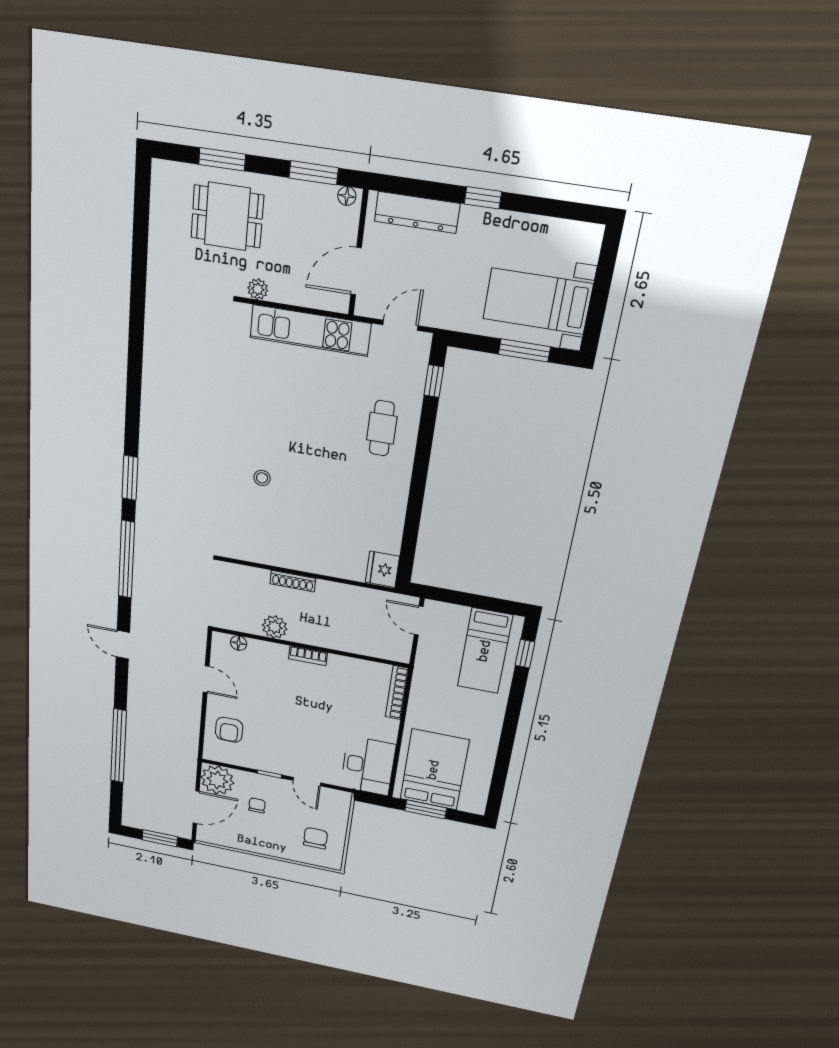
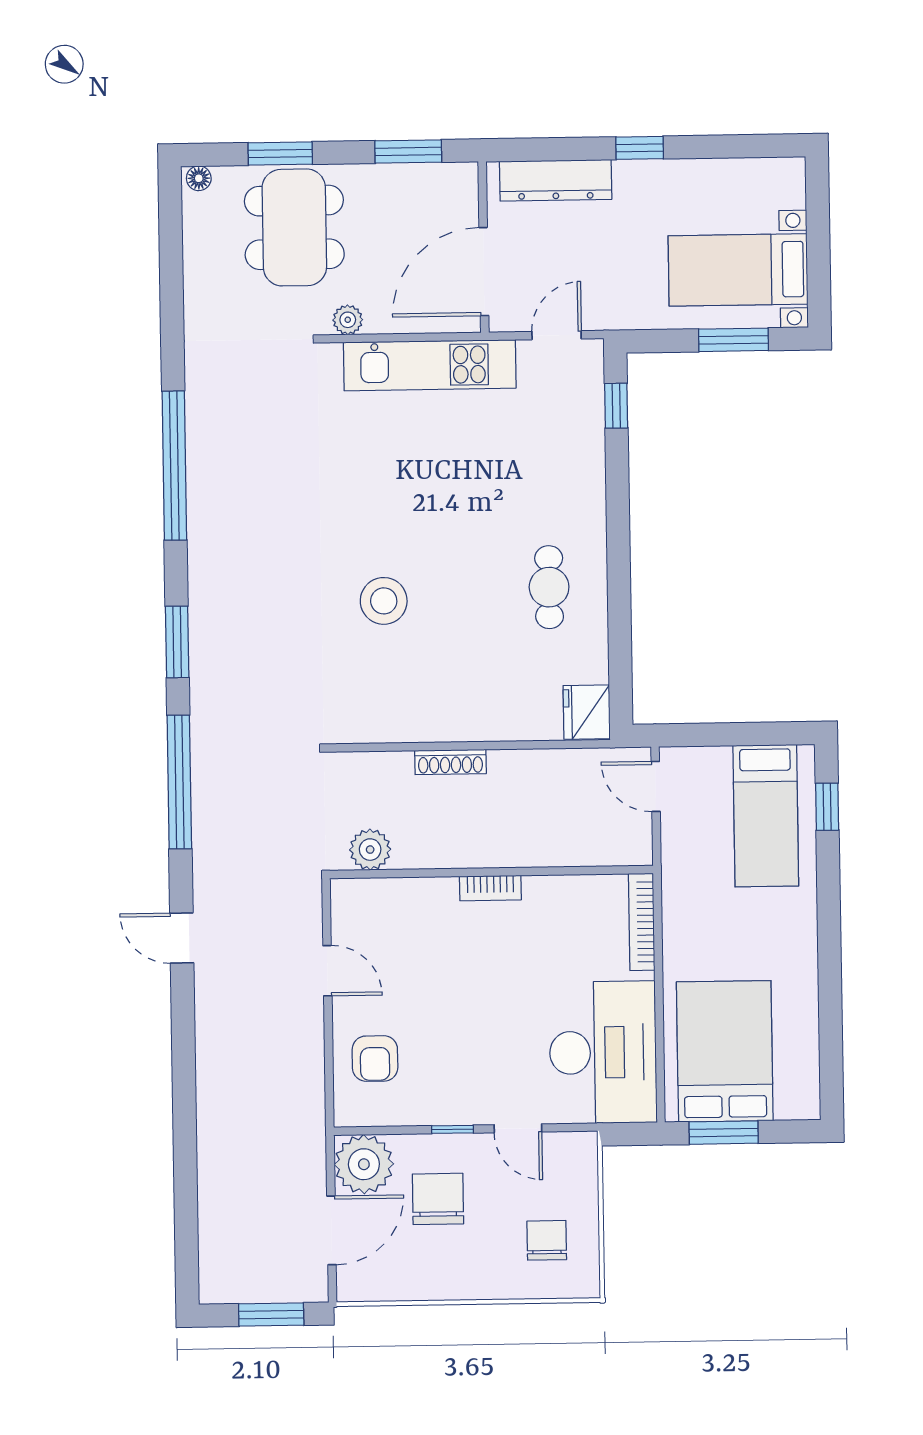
floor lamp: (347, 196) -> (199, 178), moved
dining table: (227, 216) -> (294, 227), width x1.37
door: (356, 271) -> (484, 272), width x1.36
cafe table: (382, 428) -> (549, 587), moved
stool: (262, 478) -> (384, 601), width x1.89, depth x1.89
plant: (275, 627) -> (370, 850), moved
floor lamp: (239, 643) -> (375, 891), removed
window: (118, 746) -> (174, 466), moved
desk: (368, 766) -> (603, 1052), width x1.36, depth x1.30
chair: (257, 805) -> (438, 1199), width x1.87, depth x1.87

